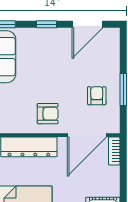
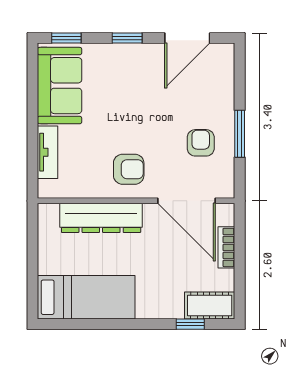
door: (87, 135) -> (186, 201), hinge flipped
bookcase: (114, 151) -> (226, 247), moved

